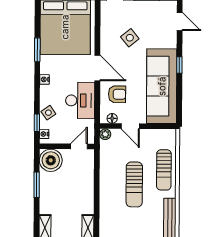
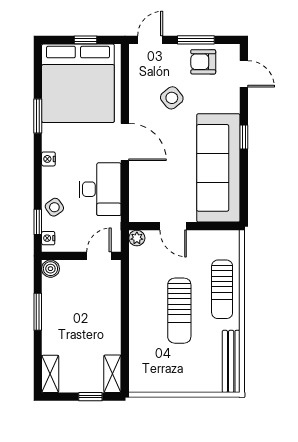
armchair: (117, 94) -> (203, 62), moved, turned 180
floor lamp: (112, 118) -> (147, 215), removed
boiler: (51, 160) -> (50, 269), width x0.54, depth x0.54

